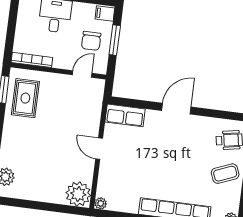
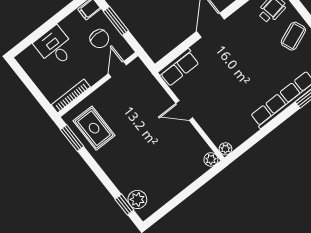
plant: (78, 194) -> (211, 159), width x0.53, depth x0.53

